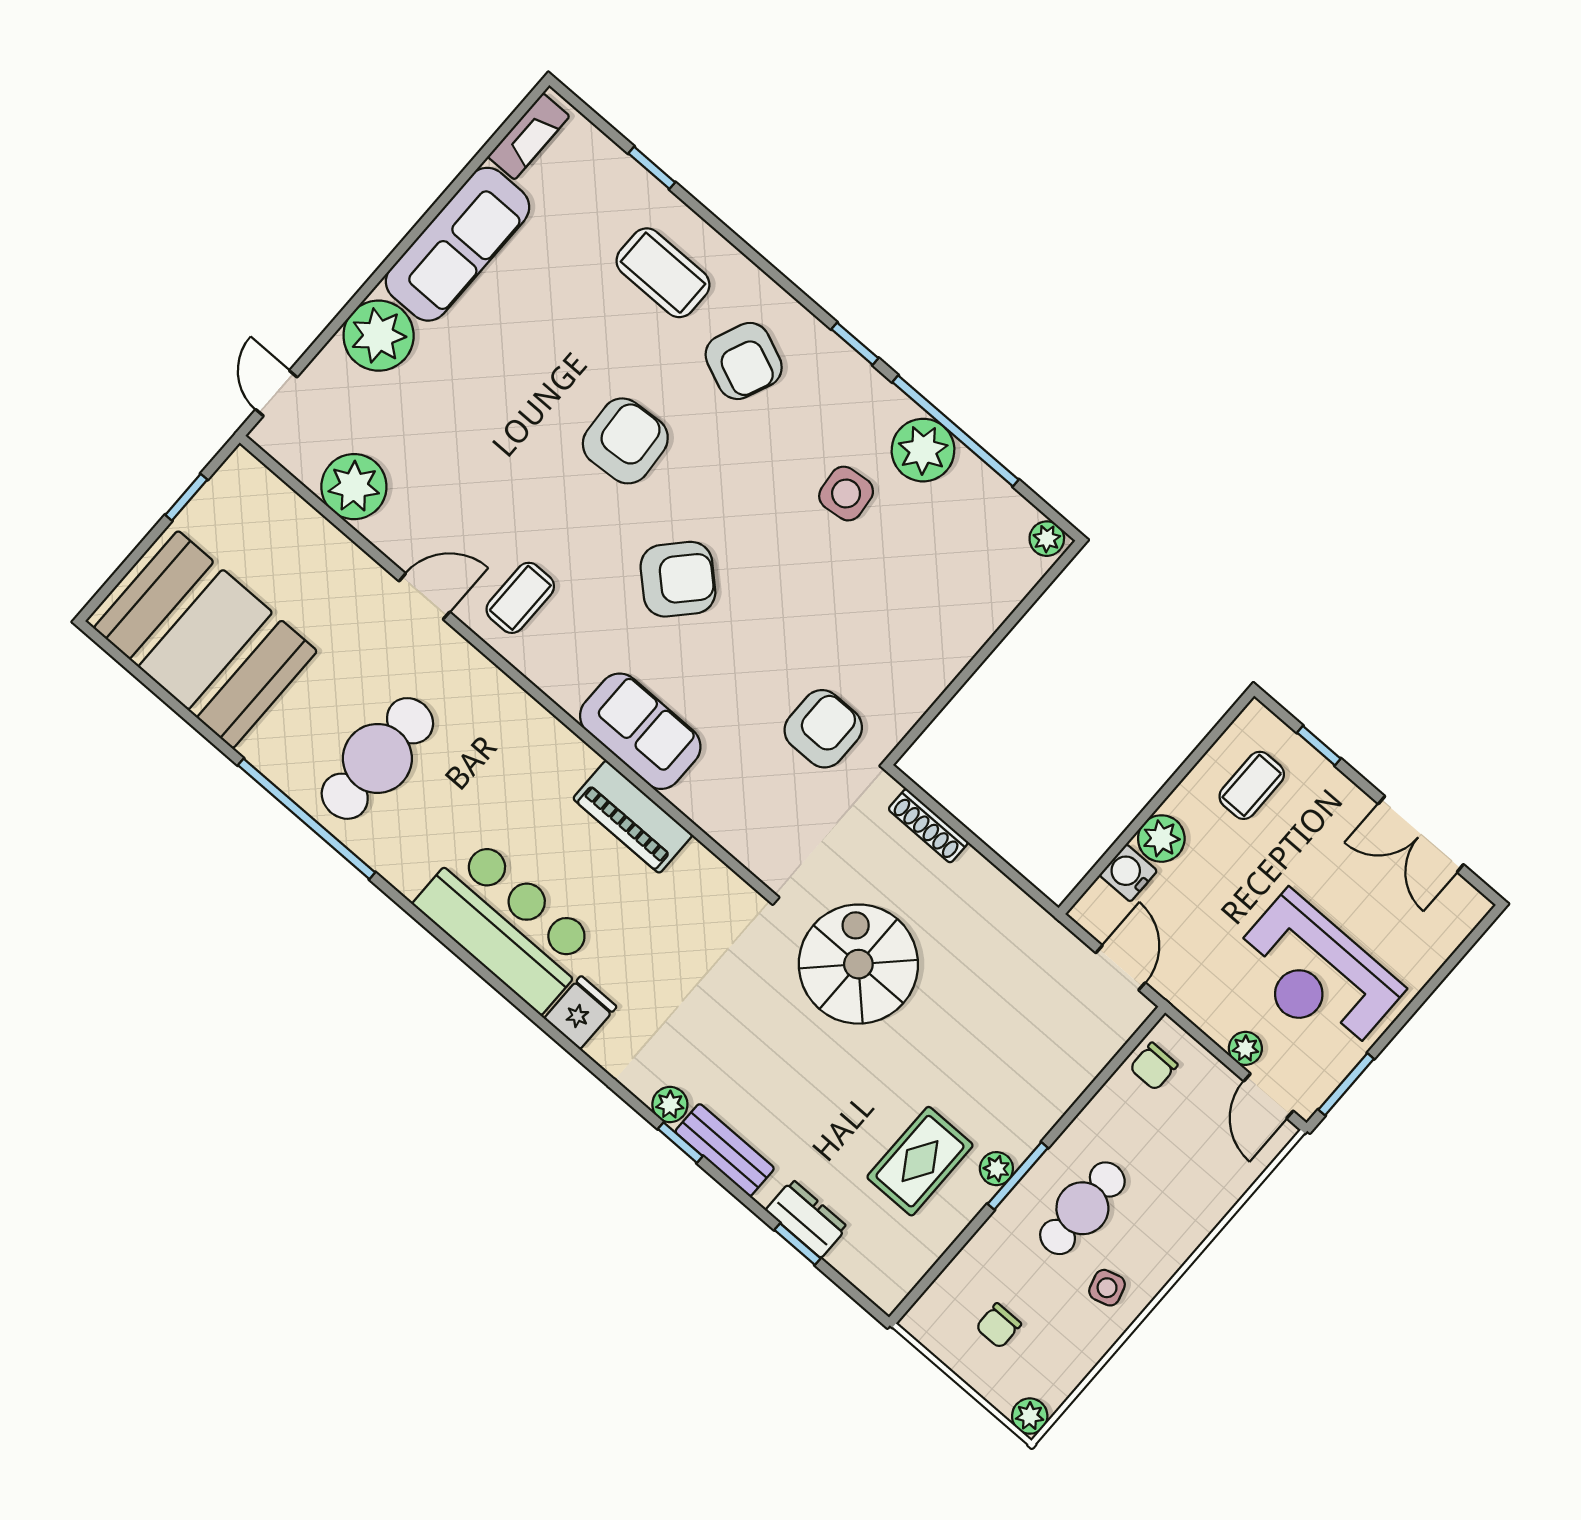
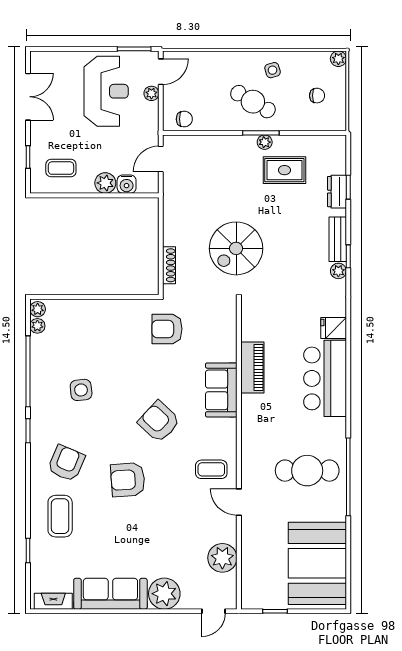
plant: (923, 450) -> (37, 326), moved, width x0.53, depth x0.53
cafe table: (1082, 1208) -> (253, 102), turned 30

